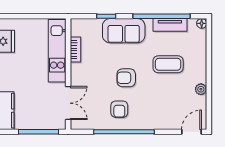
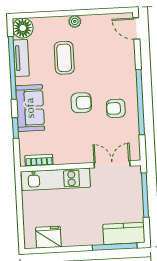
floor lamp: (202, 23) -> (23, 28), width x1.89, depth x1.89
bookcase: (75, 49) -> (39, 160), moved
armchair: (126, 78) -> (81, 103), turned -90
plant: (201, 89) -> (75, 21), moved
armchair: (119, 109) -> (116, 108), turned 180

